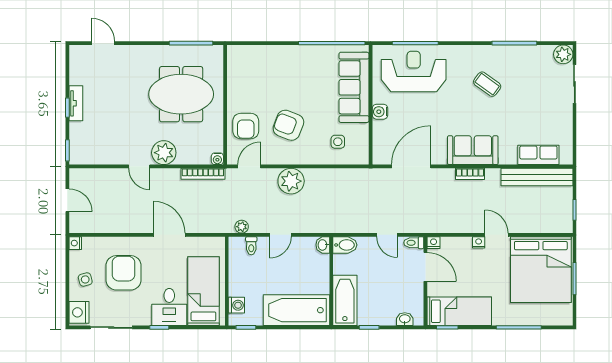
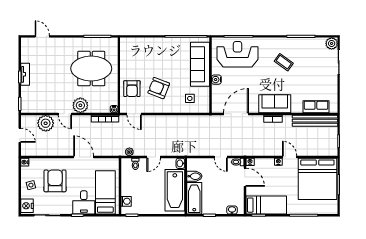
door: (249, 166) -> (134, 114), swing flipped
plant: (291, 181) -> (46, 123), moved
bidet: (345, 245) -> (194, 176), moved
bathtub: (297, 310) -> (175, 190), moved, turned -90

